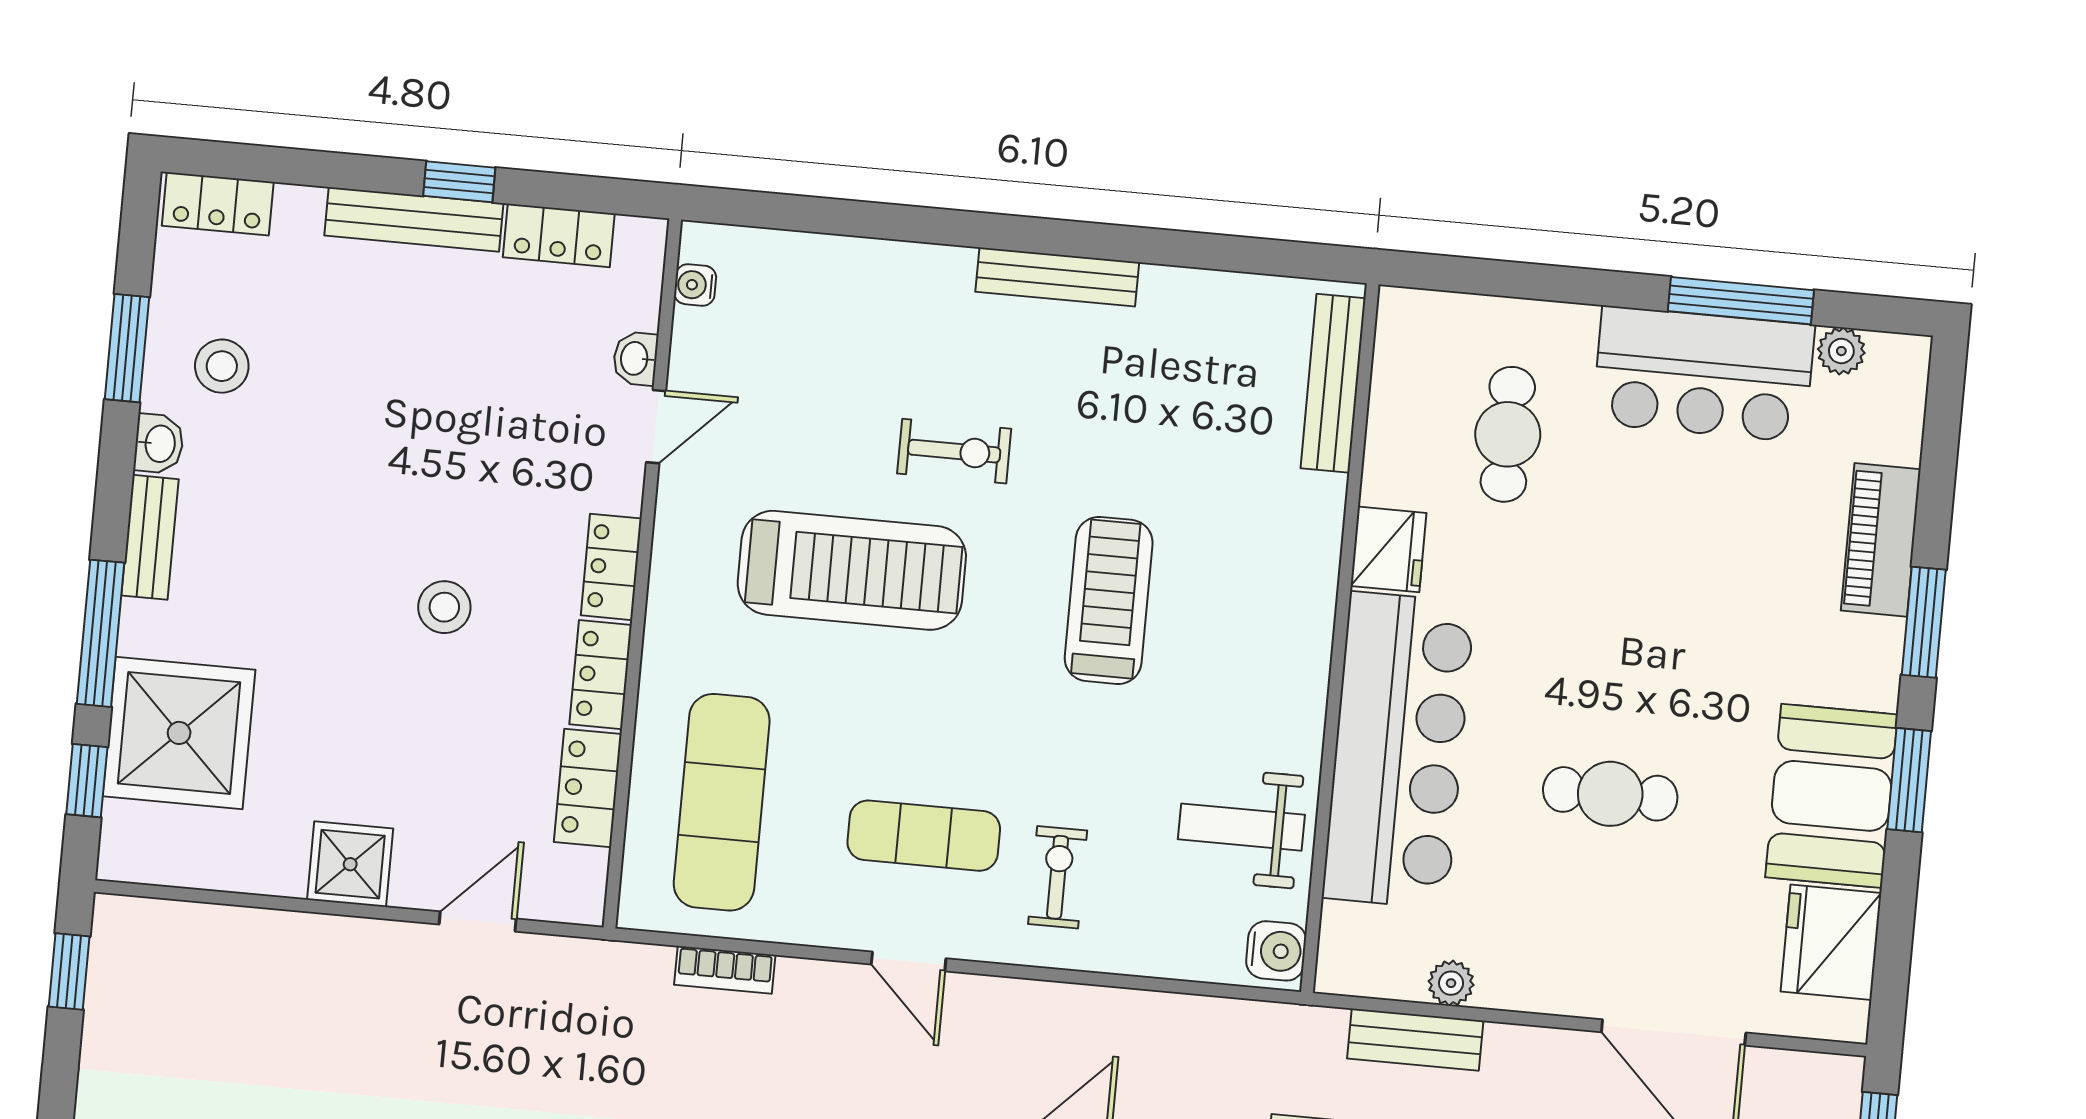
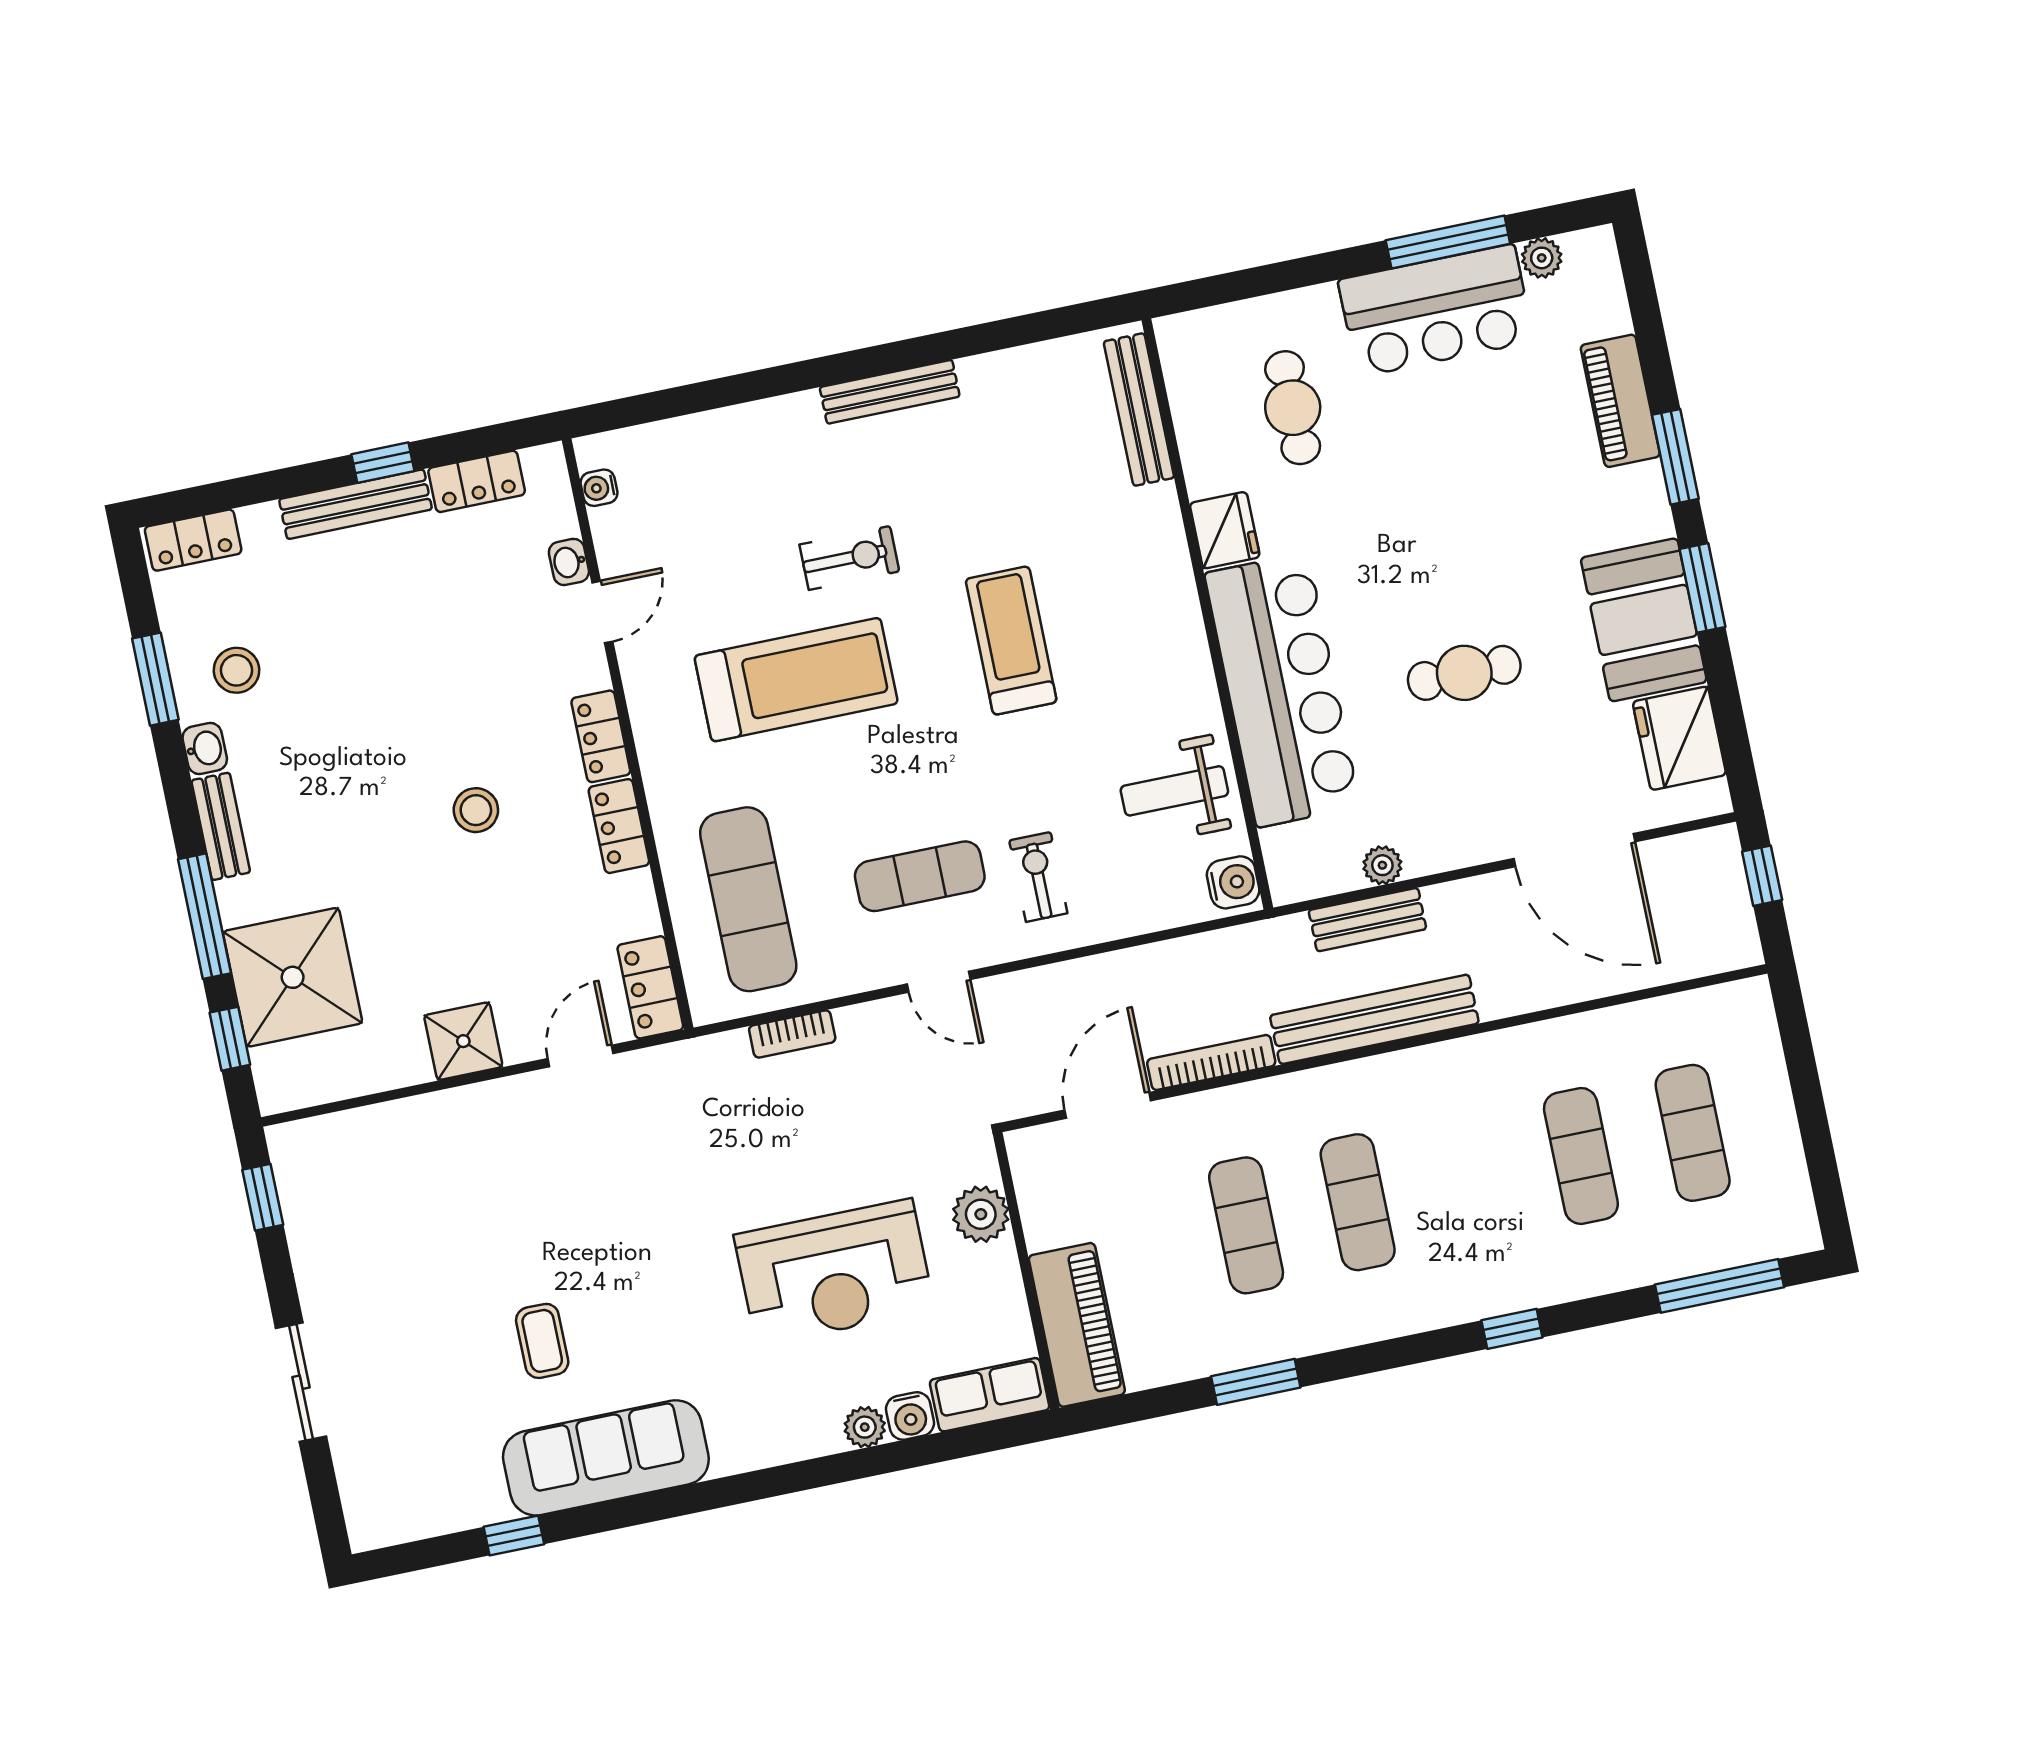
locker: (588, 788) -> (650, 987), moved

